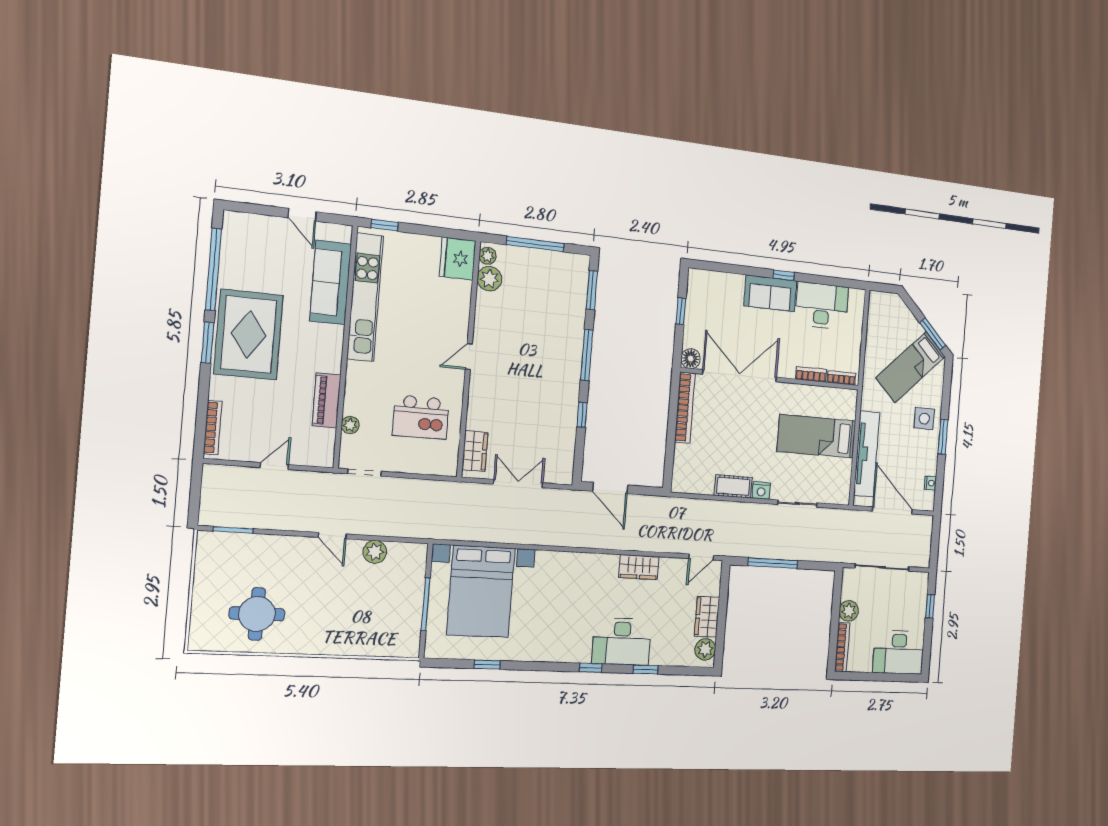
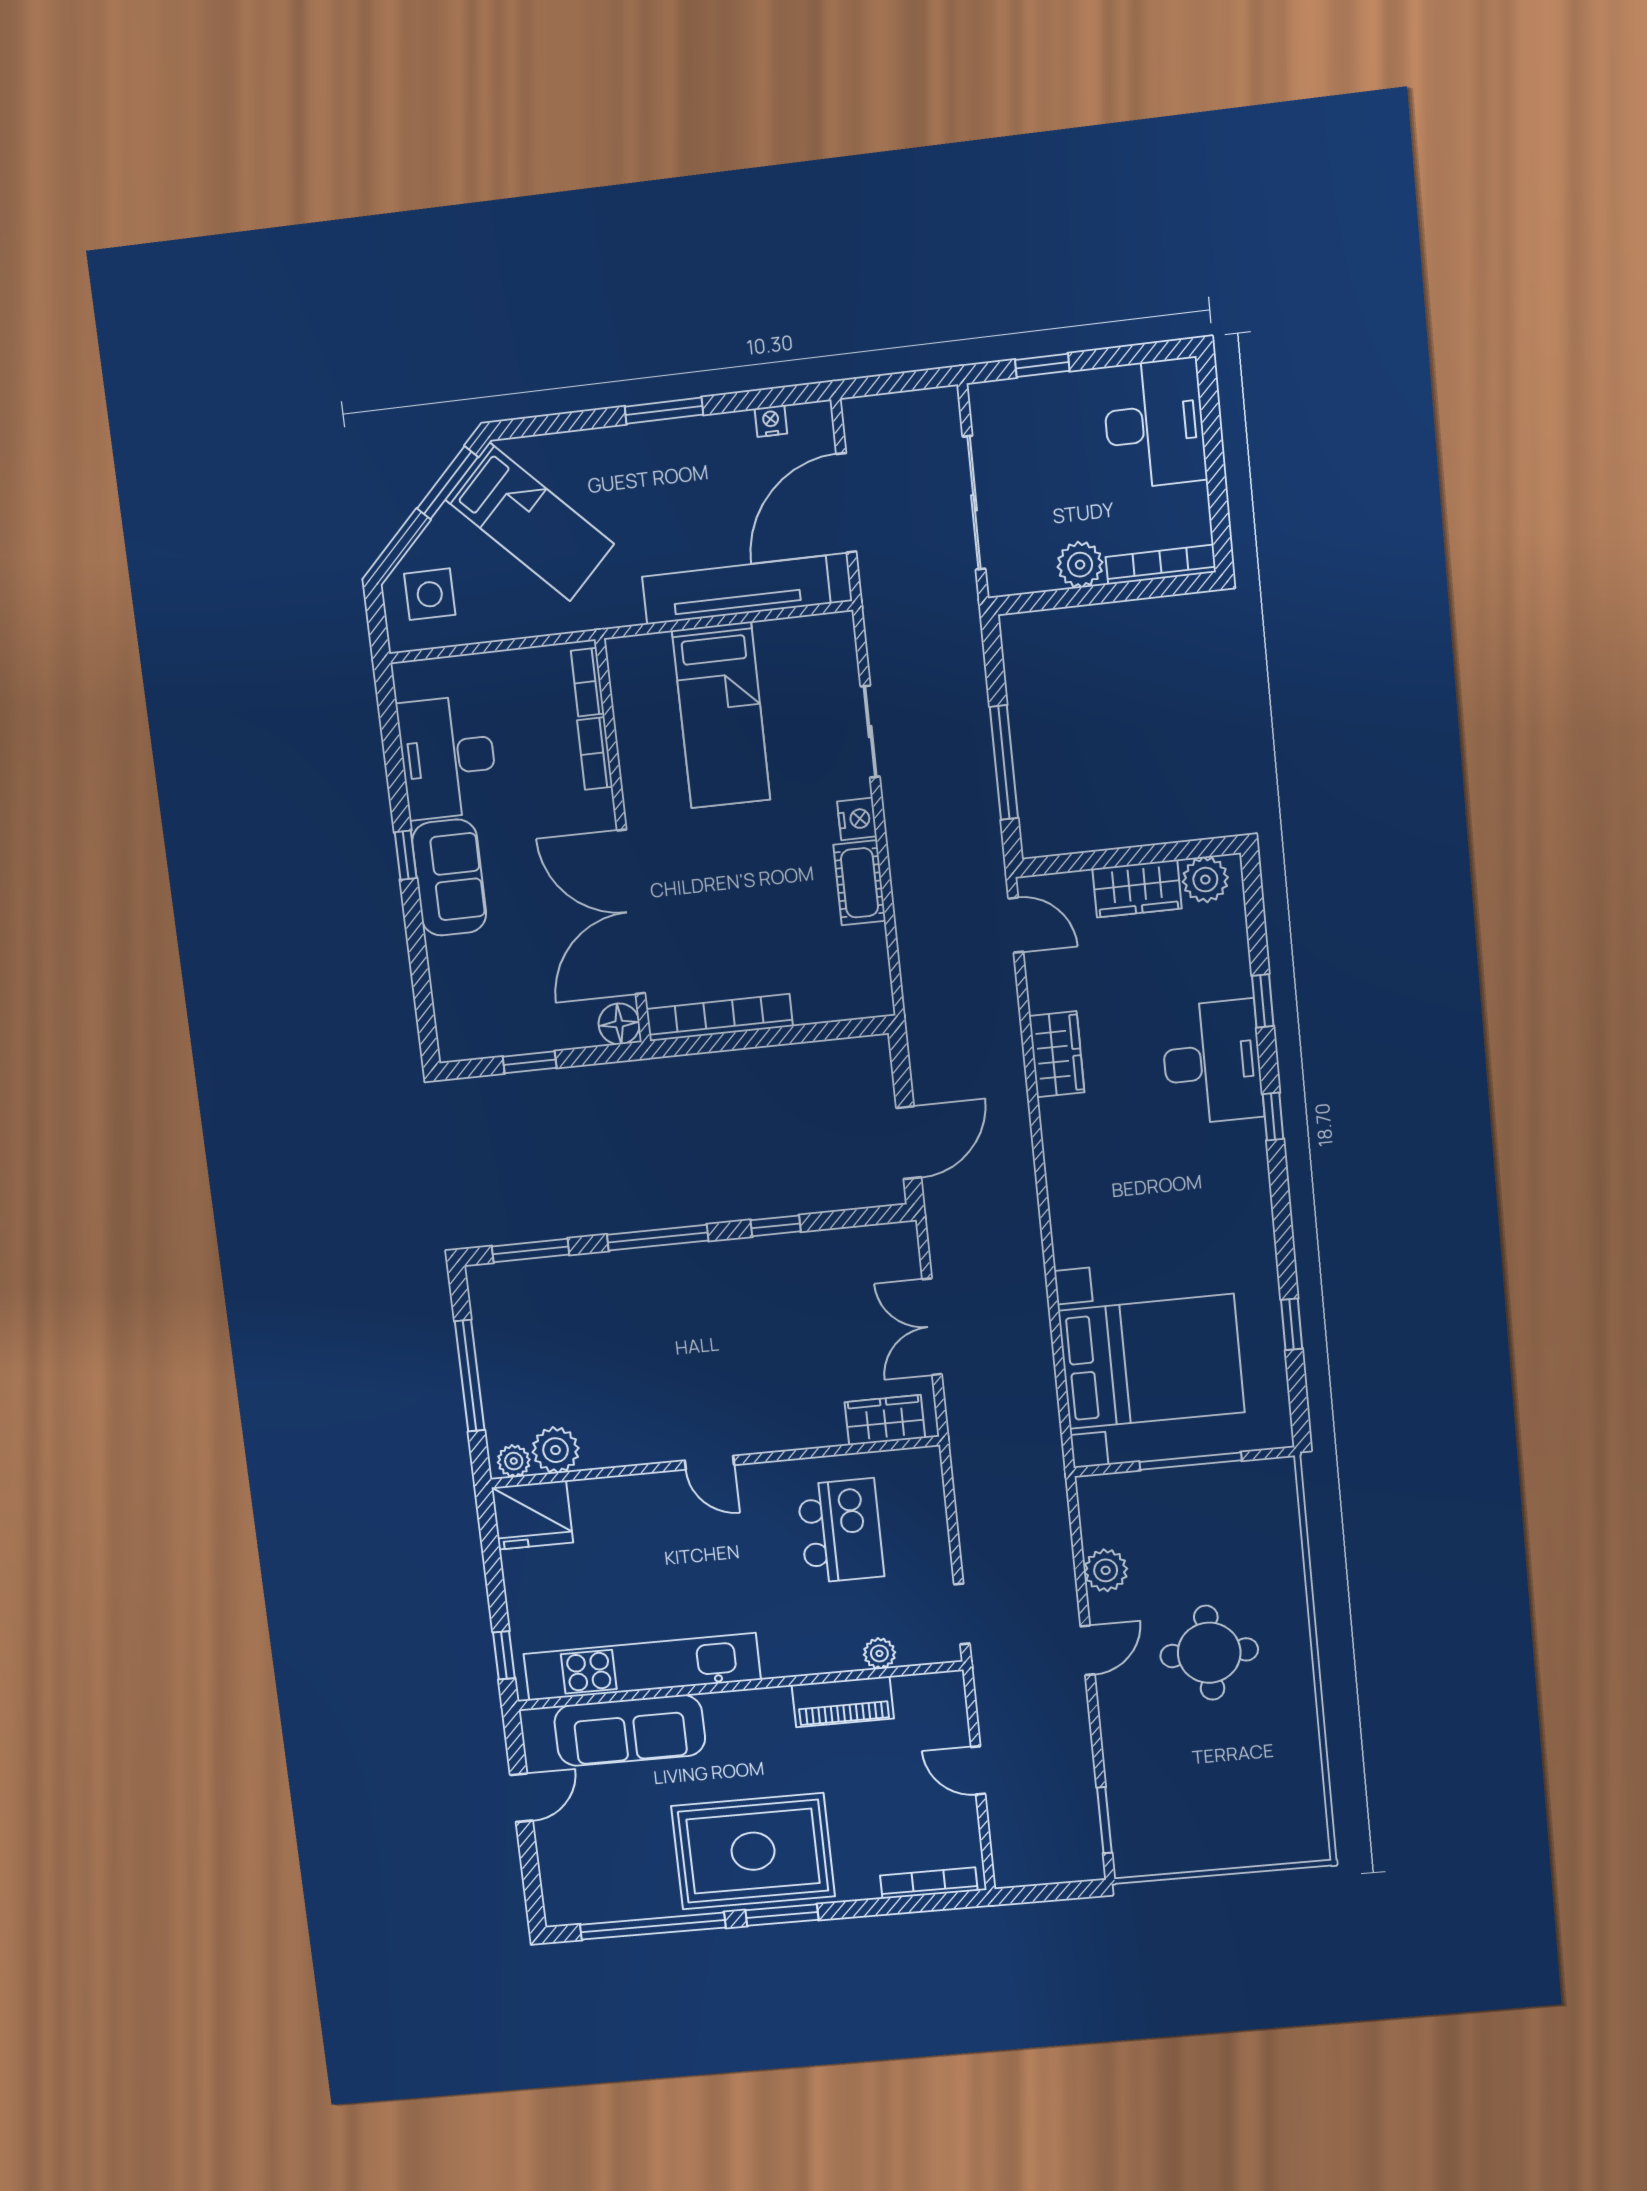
side table: (924, 419) -> (430, 594), moved
round table: (257, 614) -> (1209, 1653), moved

